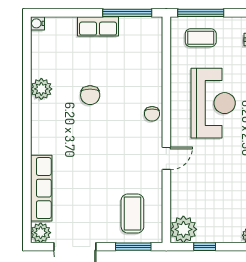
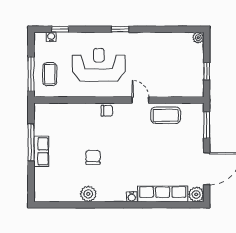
window: (127, 13) -> (31, 142), moved
water cooler: (37, 23) -> (132, 197), moved
chair: (90, 95) -> (93, 157), turned -90
coffee table: (132, 213) -> (166, 115), moved
plant: (183, 229) -> (194, 87), removed

